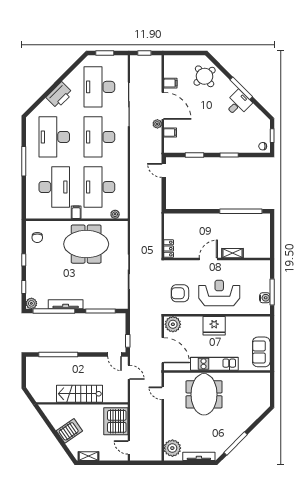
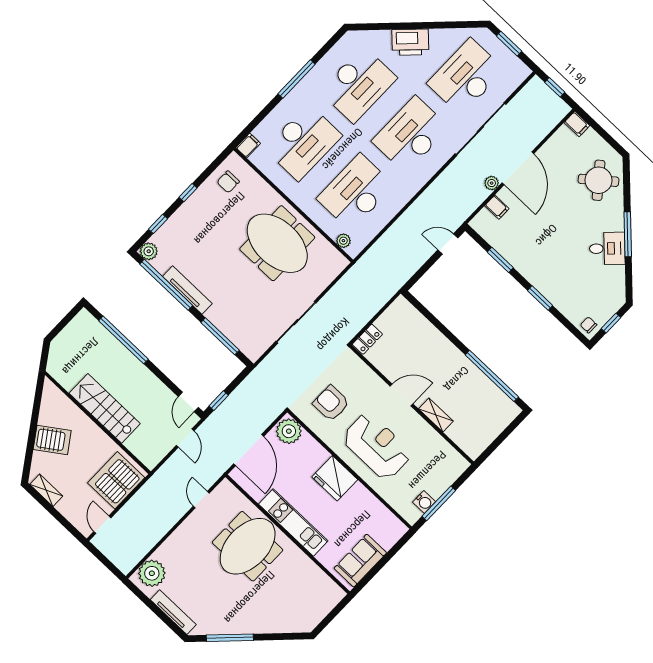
filing cabinet: (170, 83) -> (577, 124), moved
desk: (54, 137) -> (358, 85), turned 180
door: (164, 170) -> (448, 244), hinge flipped
filing cabinet: (76, 212) -> (248, 145), moved

